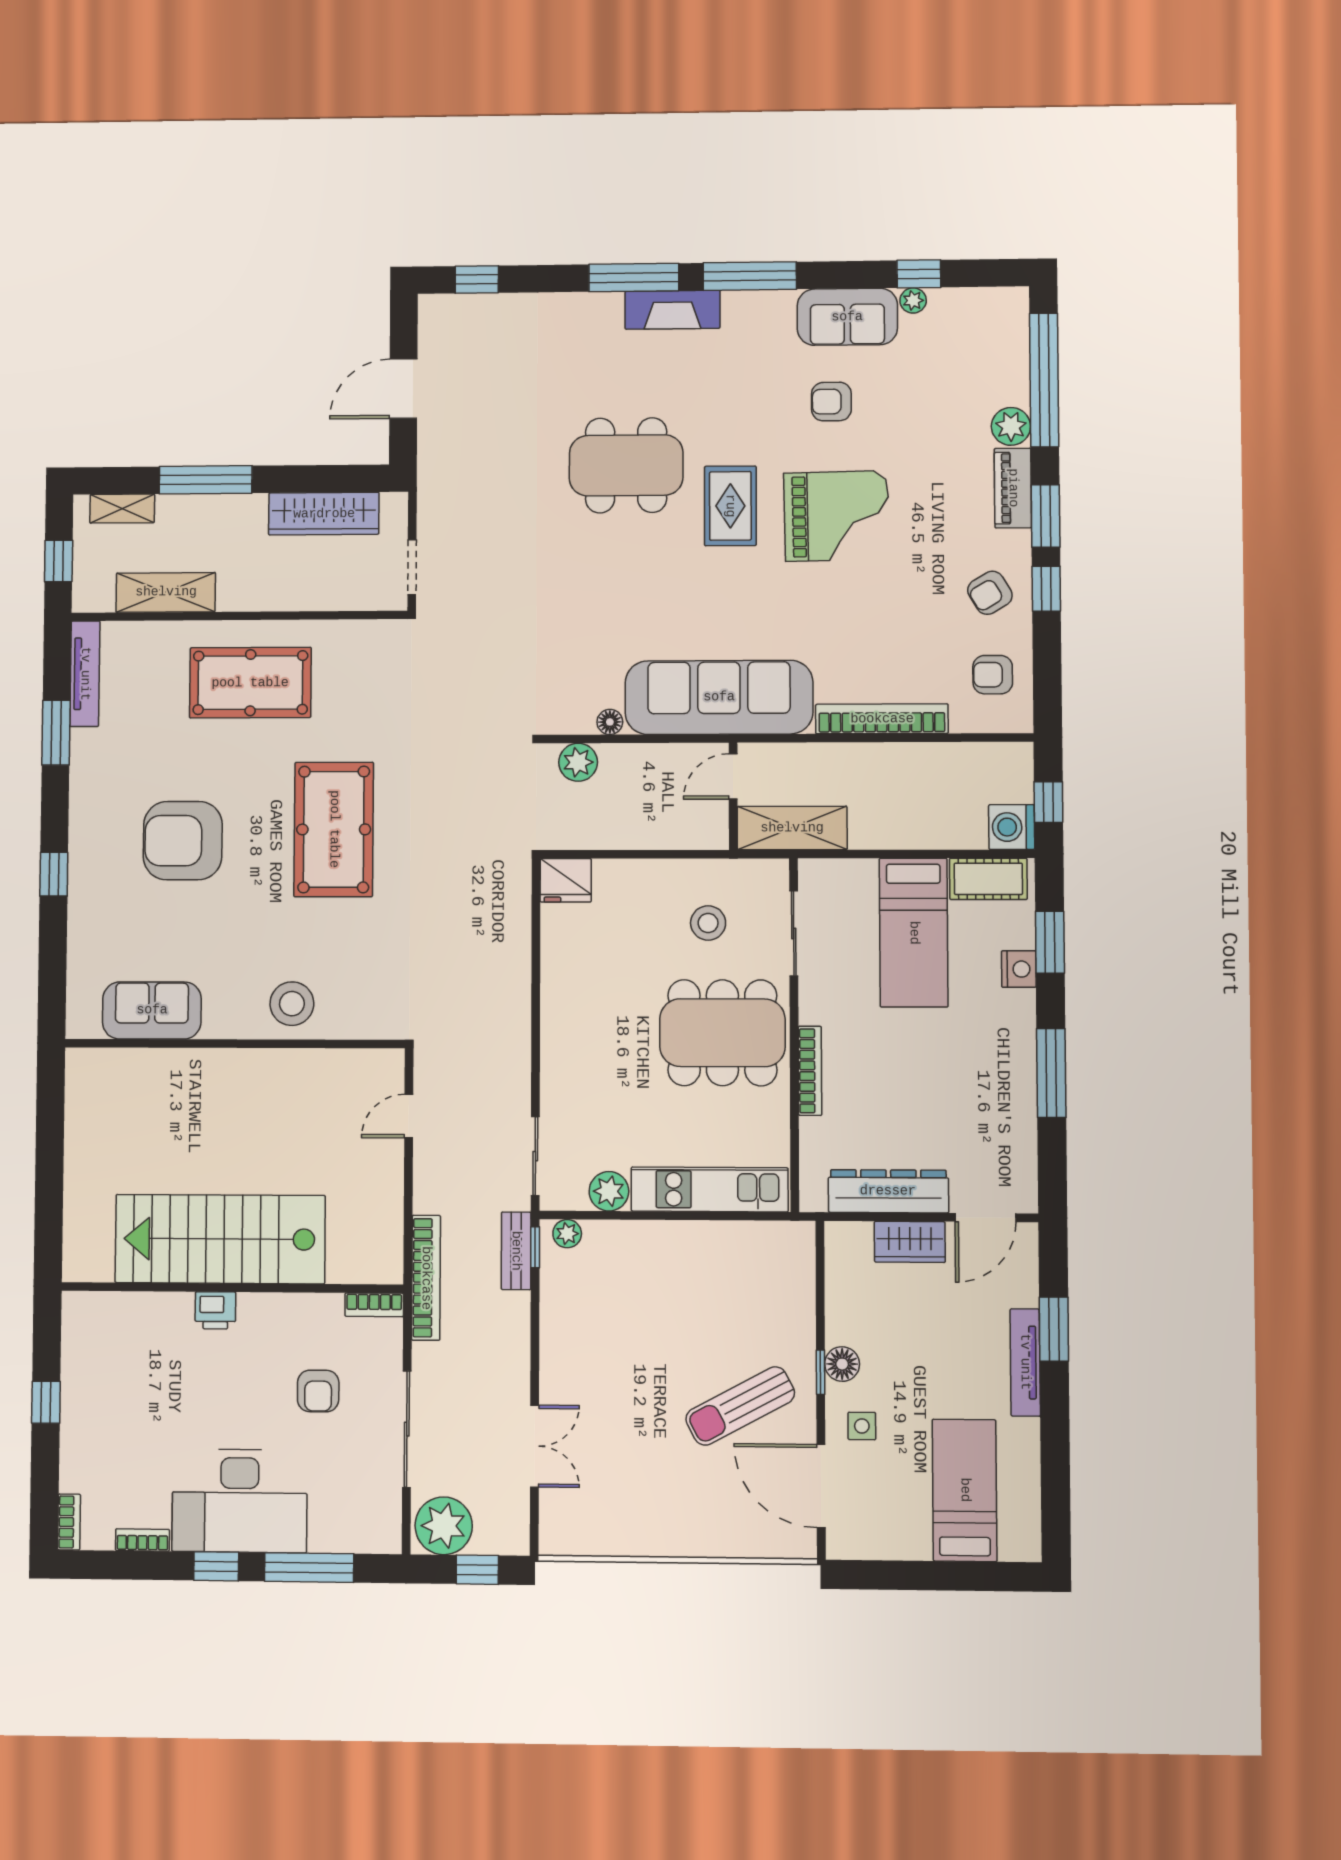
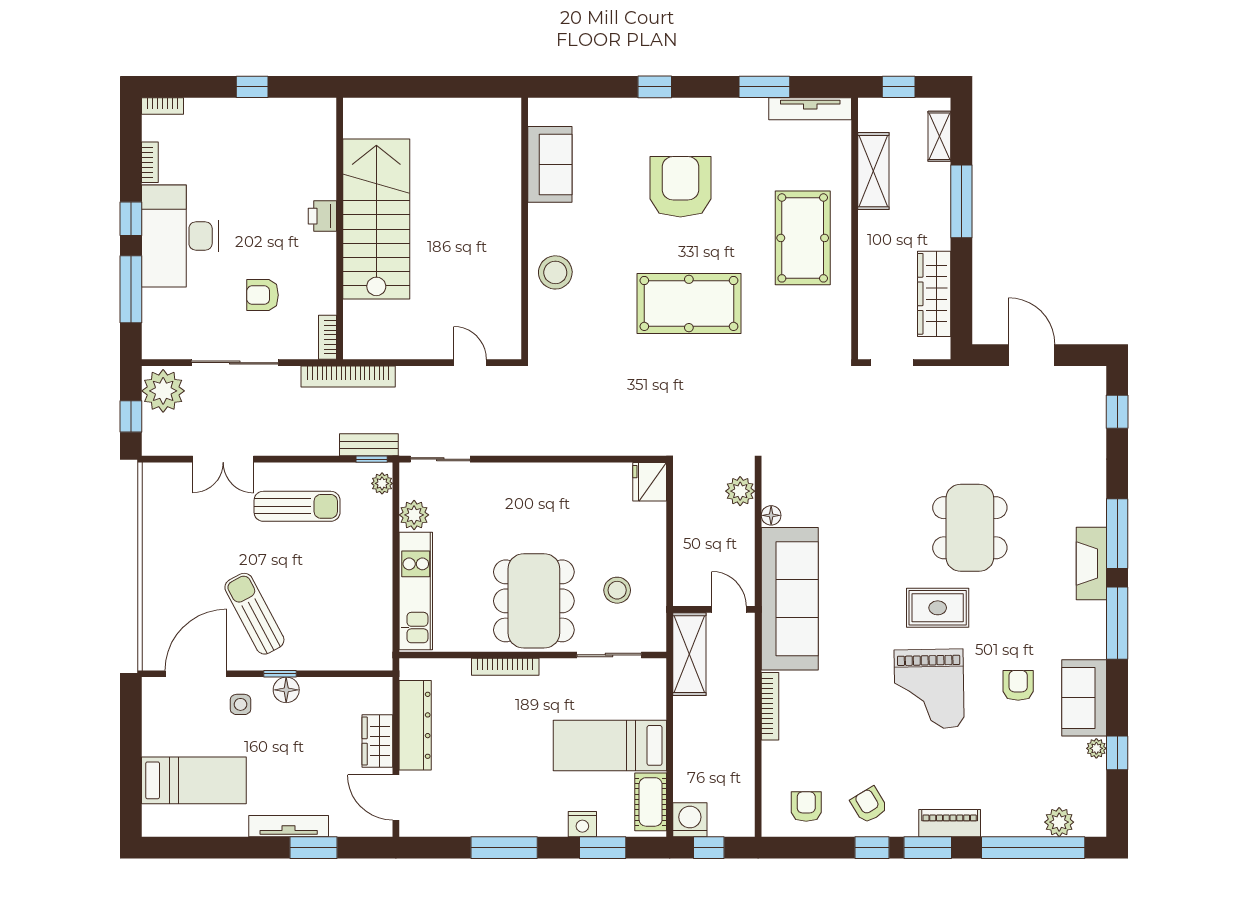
plant: (1011, 426) -> (1059, 822), moved
bookcase: (882, 719) -> (770, 706), width x0.68, depth x0.76
sun lounger: (597, 1347) -> (297, 506), added

